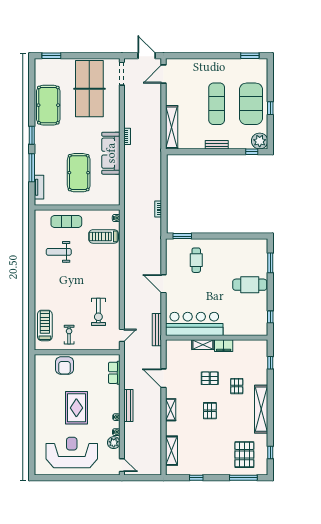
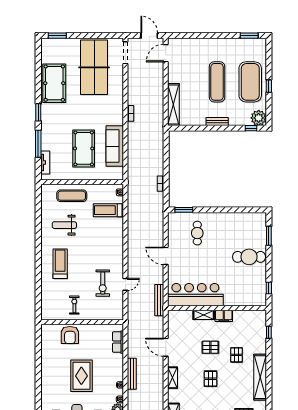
sofa: (111, 153) -> (115, 146), moved
treadmill: (45, 325) -> (60, 264), moved
door: (122, 335) -> (125, 284), moved

